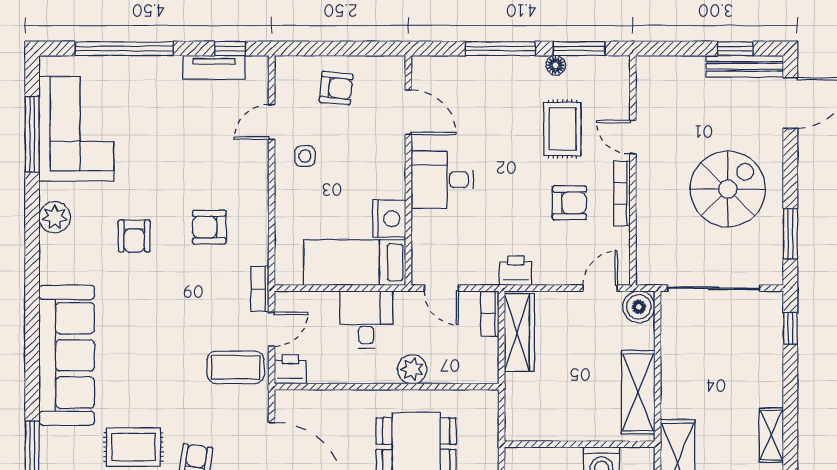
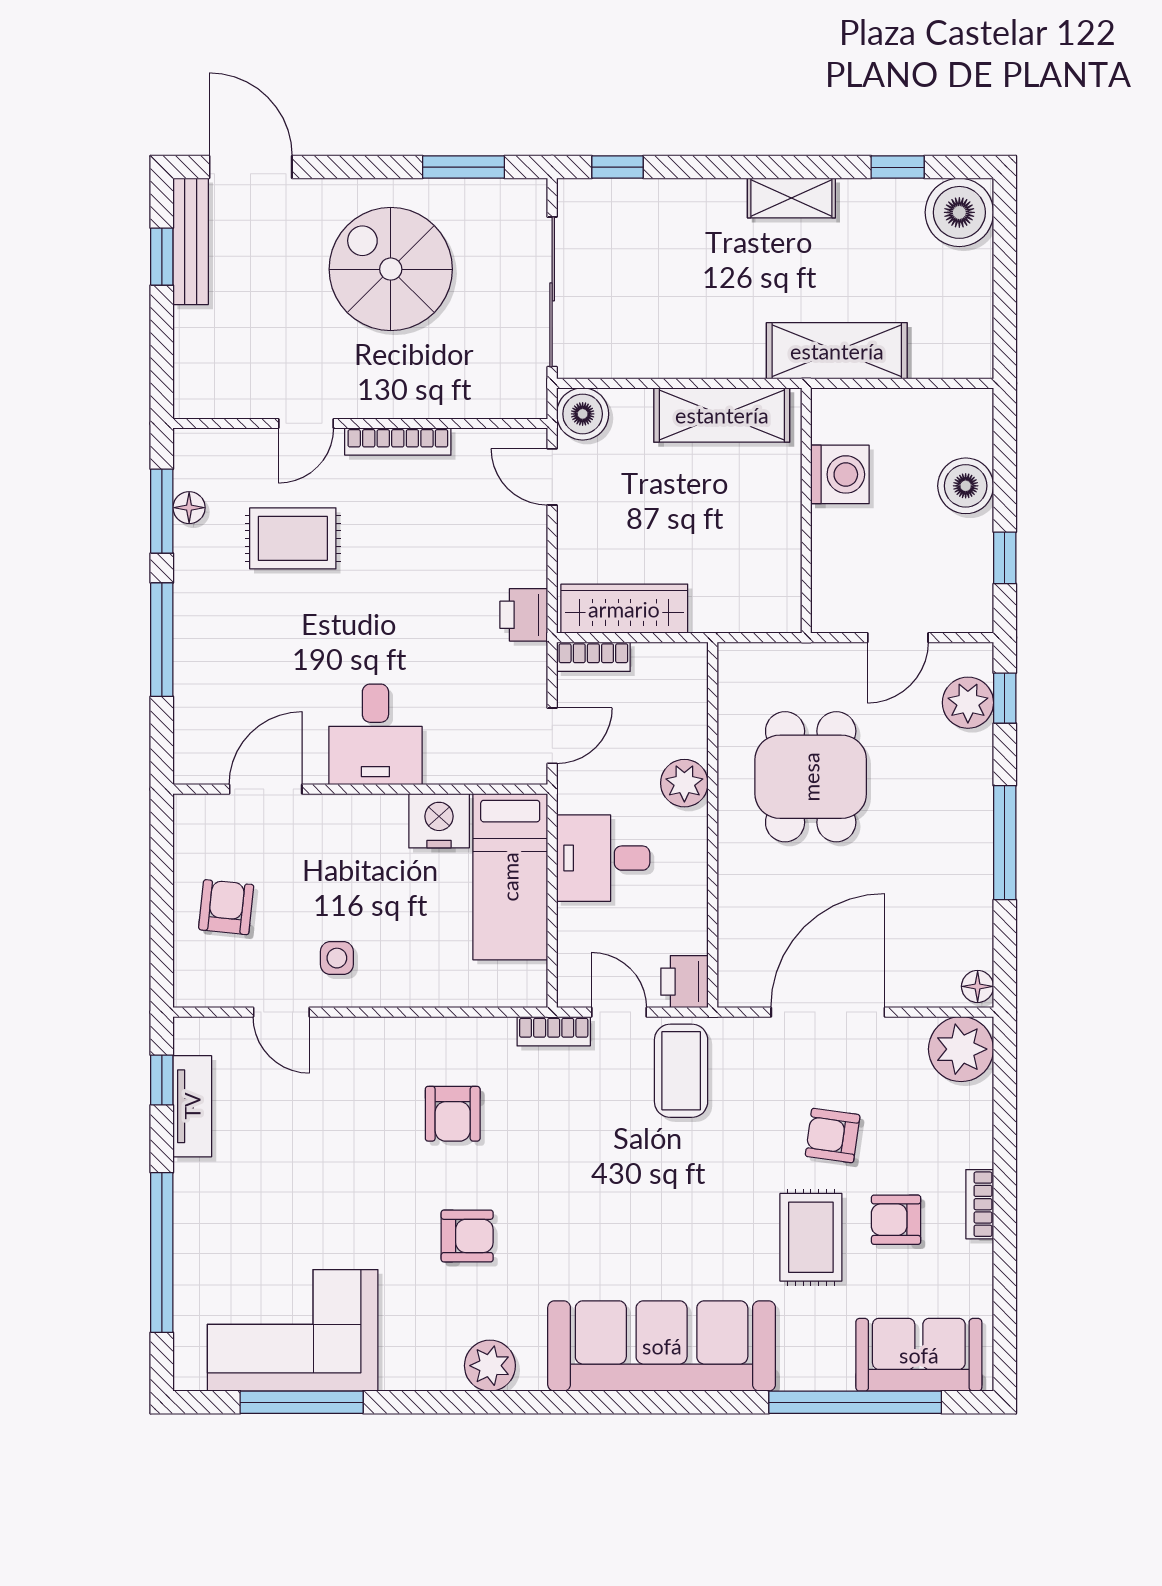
floor lamp: (556, 65) -> (189, 508), moved
armchair: (569, 203) -> (413, 527), removed
plant: (55, 217) -> (490, 1366), moved

